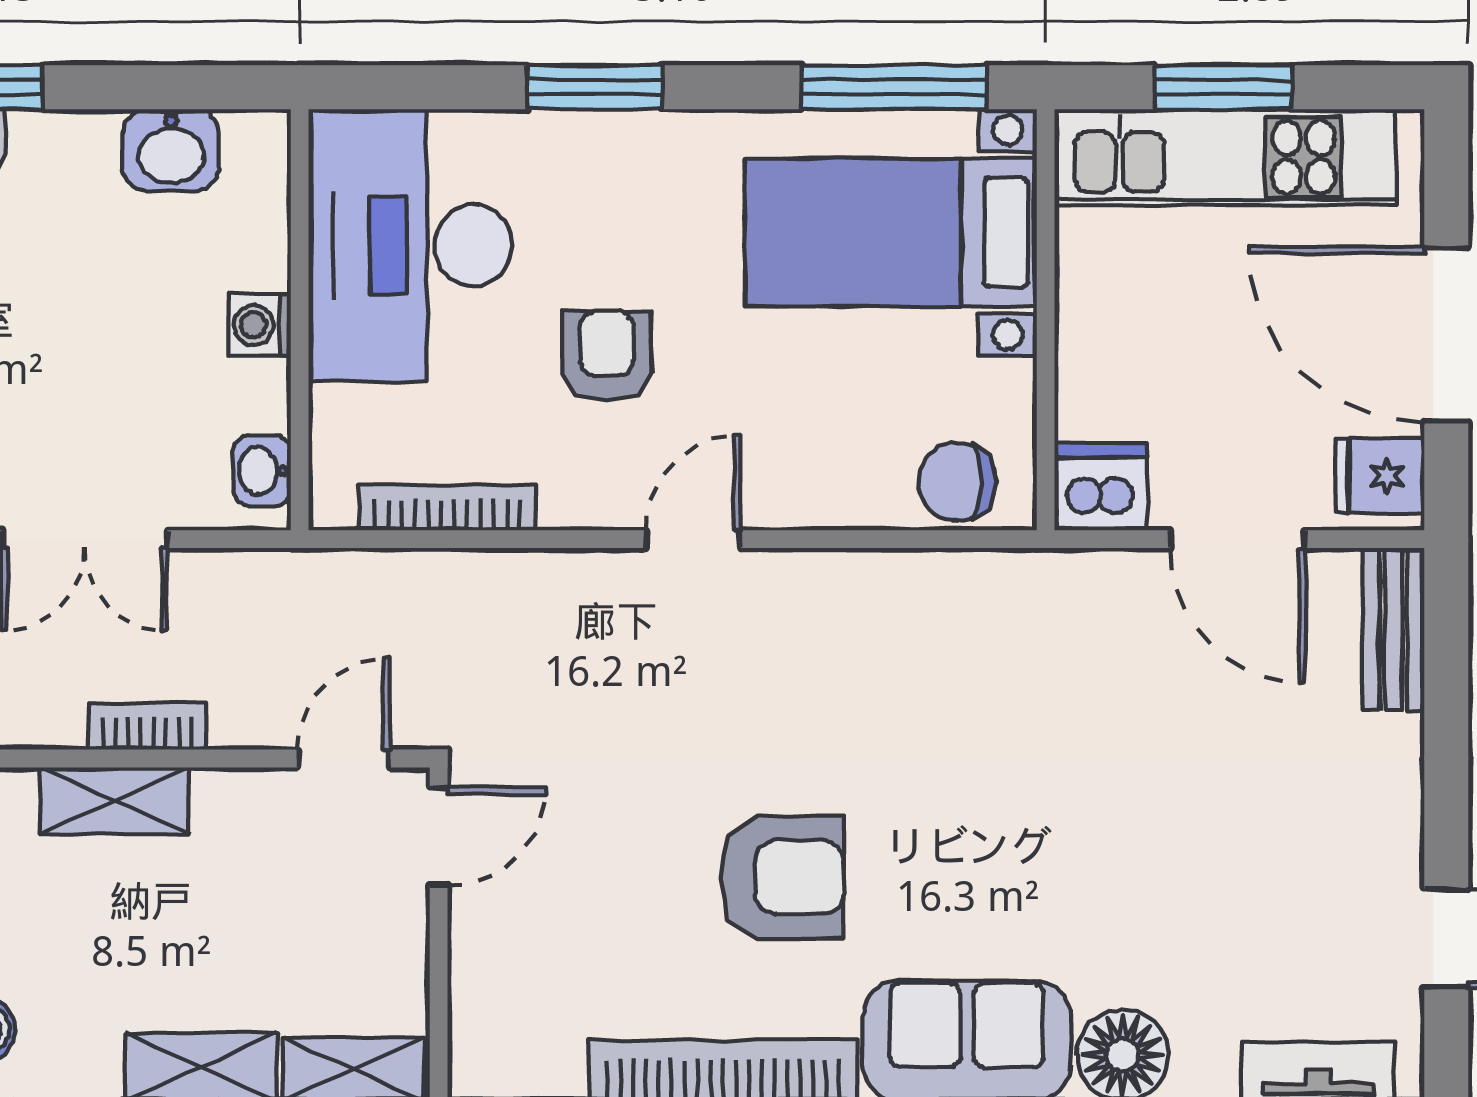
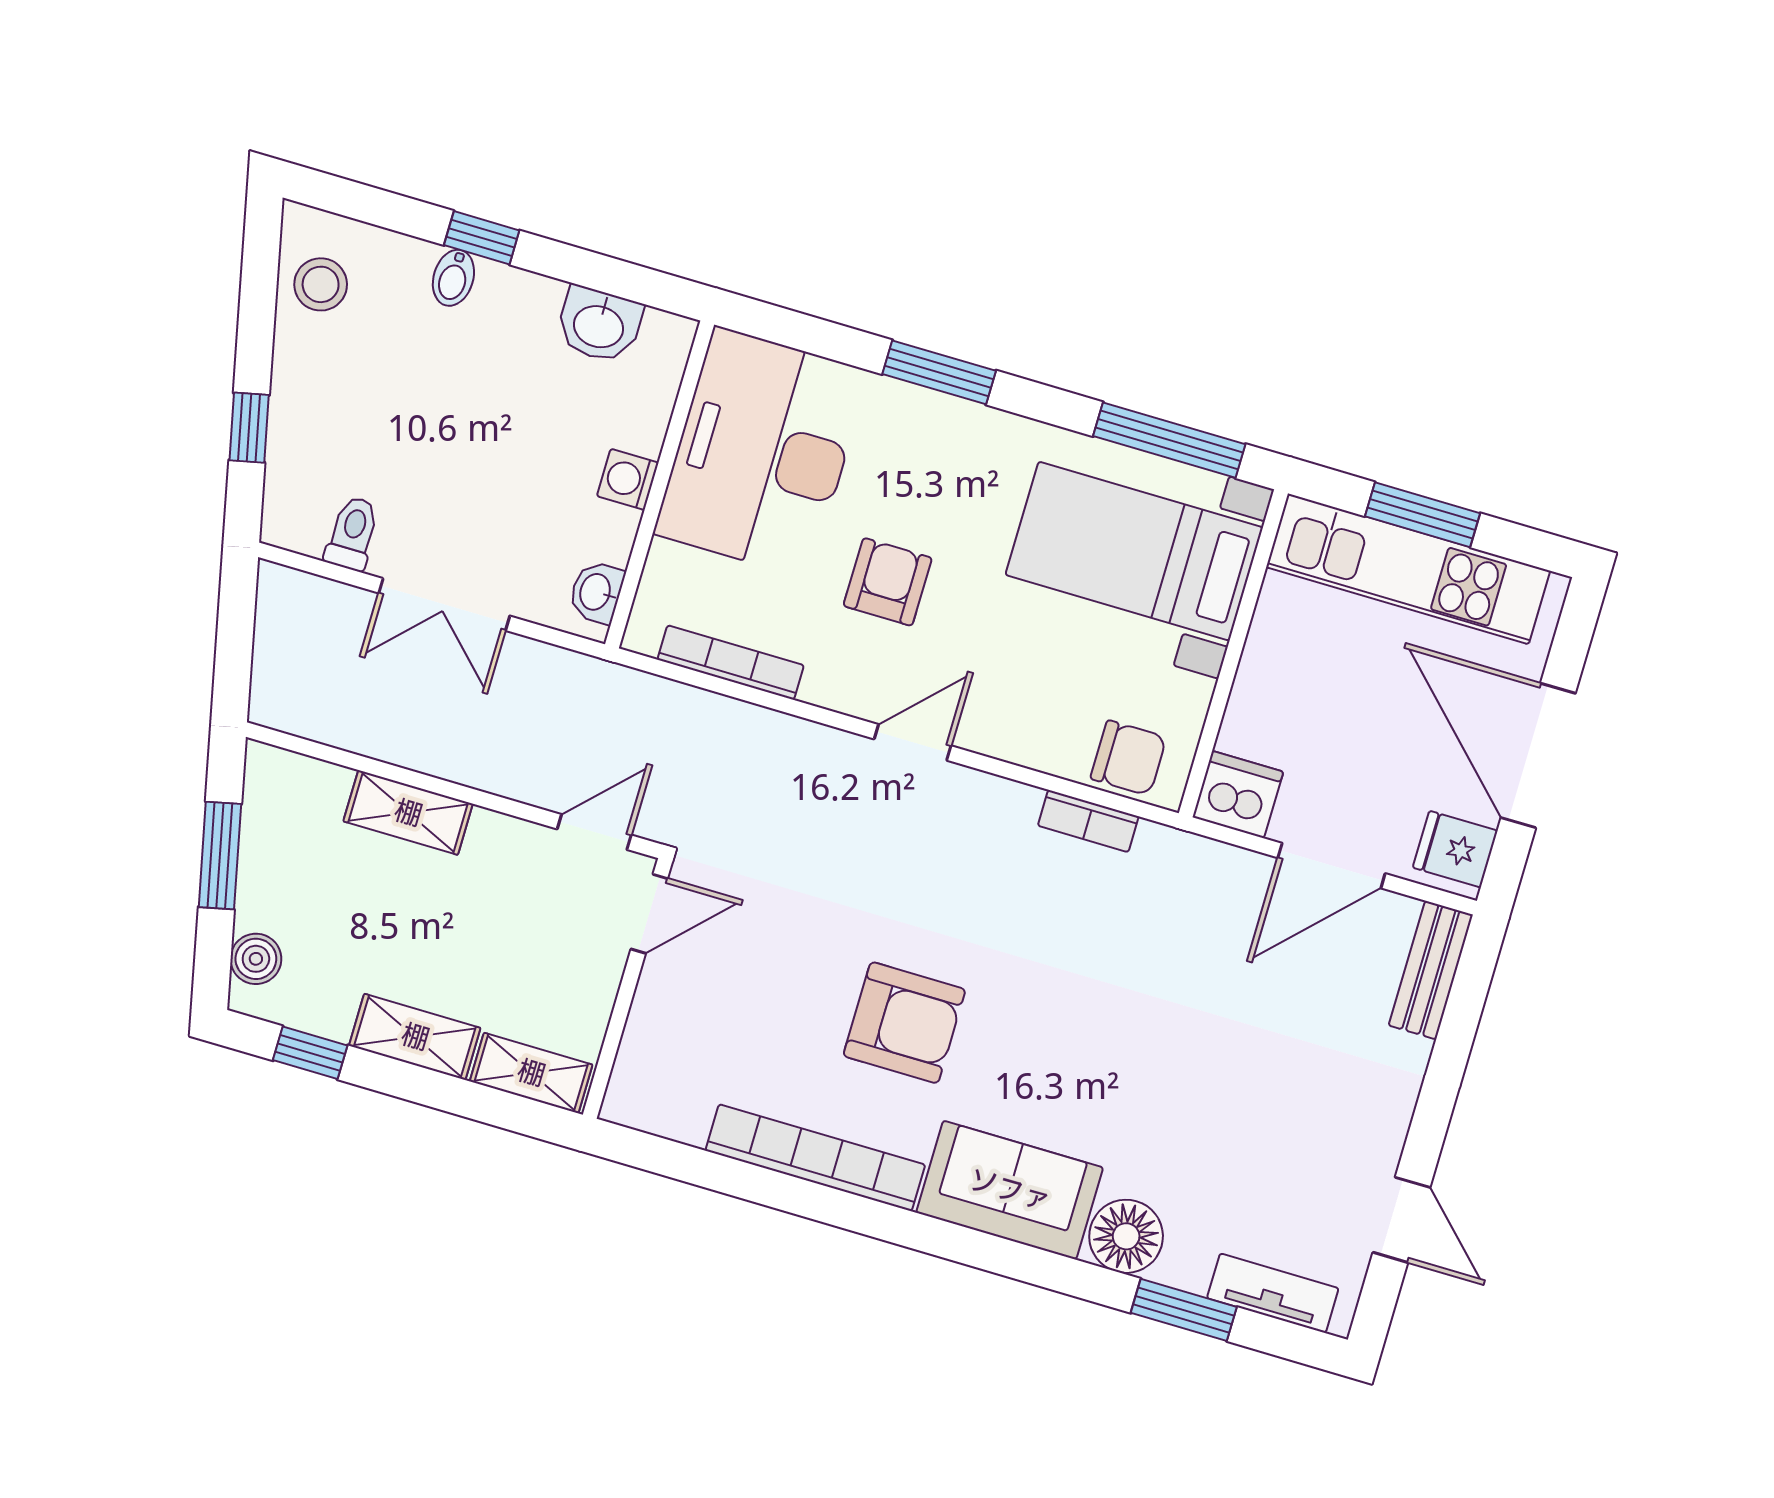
chair: (957, 482) -> (1128, 758), turned 180
door: (1238, 539) -> (1331, 866), hinge flipped
bookcase: (147, 726) -> (1088, 821), moved, turned 180

